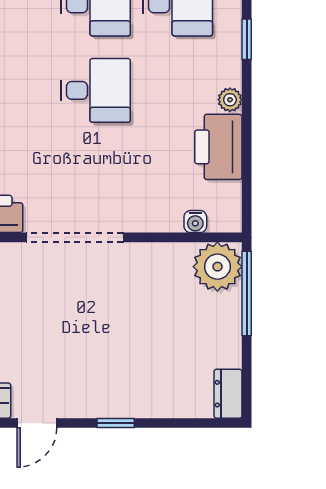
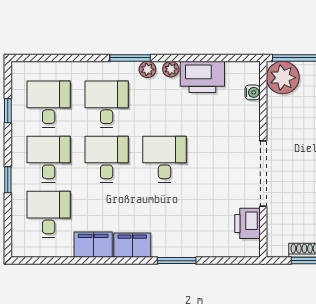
window: (247, 39) -> (130, 58), width x1.50
plant: (230, 65) -> (147, 69), added

